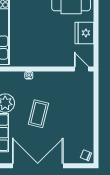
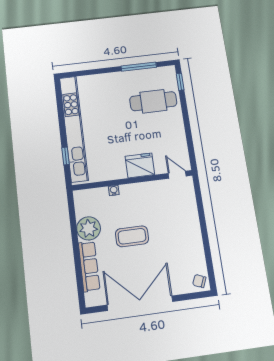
fridge: (84, 33) -> (140, 165), moved, turned 90
coffee table: (38, 114) -> (132, 236), turned 76

